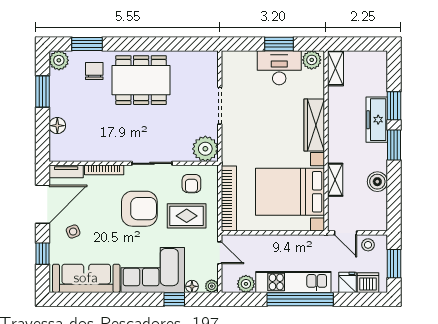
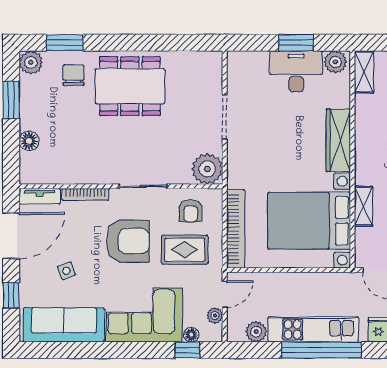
side table: (73, 232) -> (66, 271), moved
door: (220, 253) -> (225, 294), hinge flipped
plant: (212, 286) -> (215, 316), moved
window: (174, 299) -> (187, 350), moved

